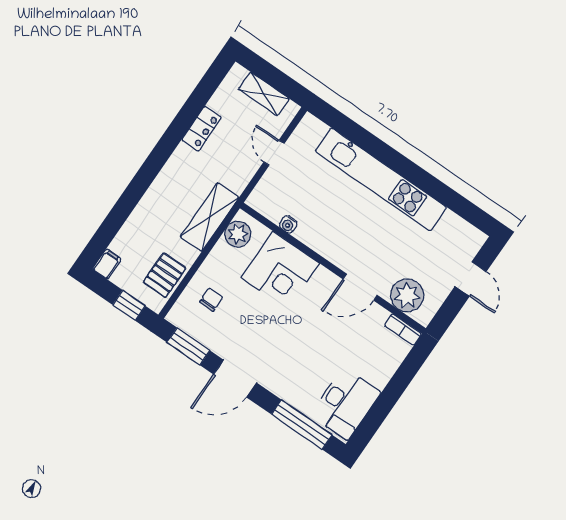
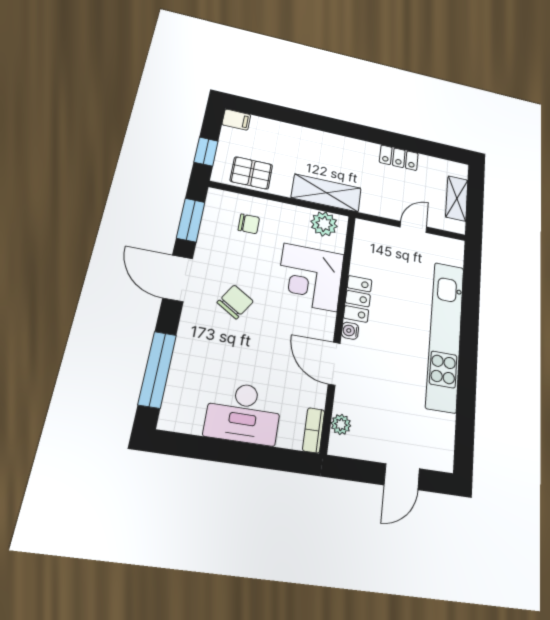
water cooler: (288, 224) -> (350, 331), moved
locker: (316, 239) -> (358, 299), added
plant: (407, 295) -> (341, 424), width x0.53, depth x0.53
chair: (274, 342) -> (235, 302), added
desk: (345, 404) -> (244, 413), moved

